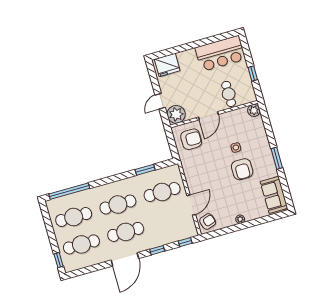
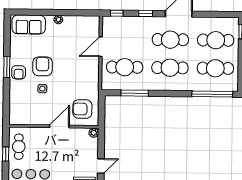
cafe table: (229, 94) -> (19, 147), moved
door: (160, 101) -> (101, 166), moved
plant: (254, 110) -> (15, 119), removed
plant: (176, 114) -> (94, 133), width x0.53, depth x0.53
window: (145, 170) -> (135, 93), width x1.44
sofa: (274, 195) -> (29, 25), moved, turned 90
armchair: (208, 221) -> (19, 72), moved, turned -72

